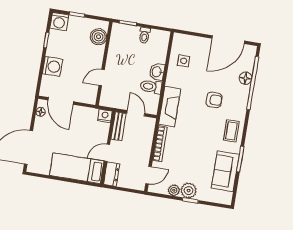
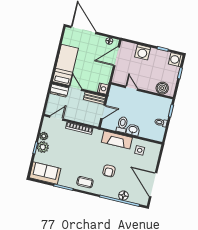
fireplace: (170, 107) -> (117, 140), moved
sofa: (225, 171) -> (45, 173), moved
door: (148, 175) -> (56, 118), swing flipped

